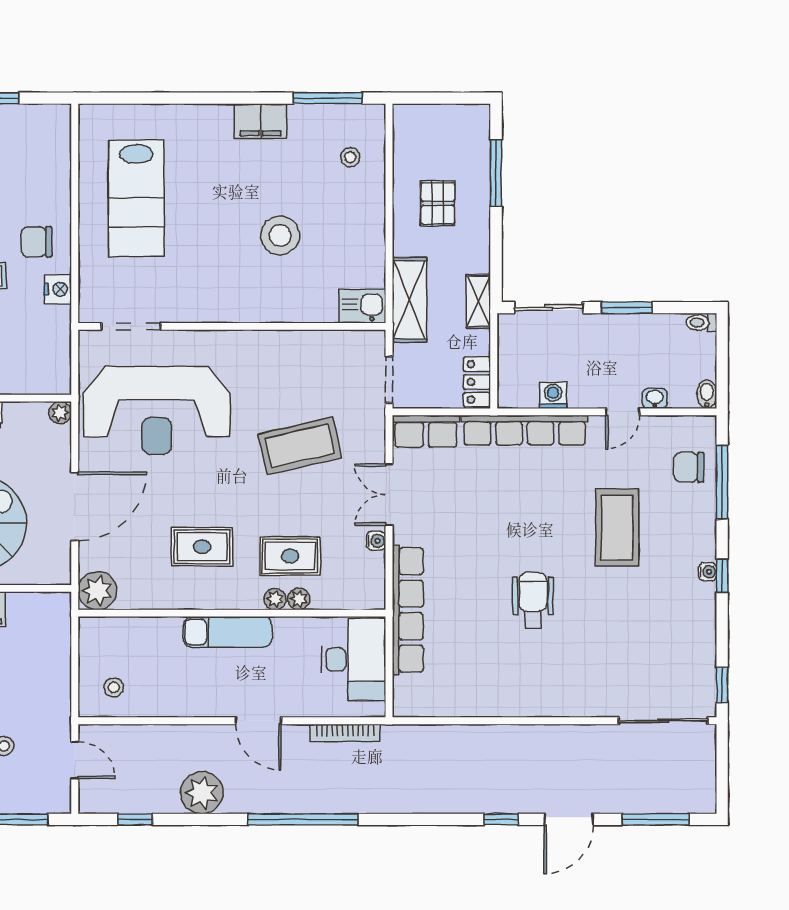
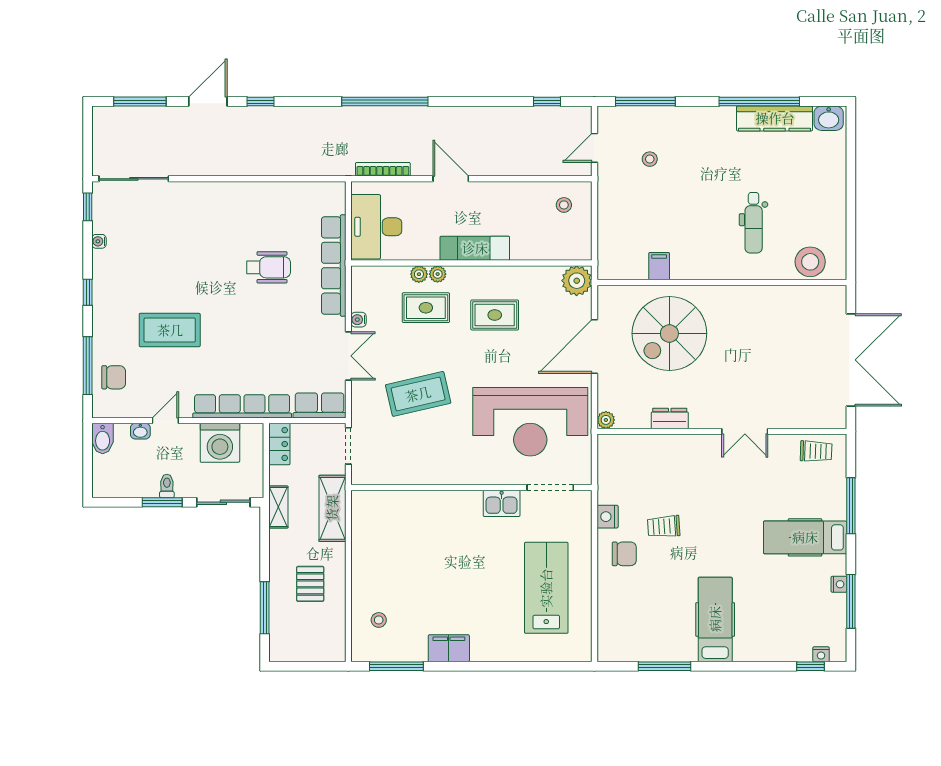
stool: (280, 235) -> (434, 559), removed
kitchen sink: (362, 306) -> (502, 503), moved
toilet: (701, 322) -> (167, 486), moved, turned -90
bidet: (707, 394) -> (103, 439), width x1.38, depth x1.36
washing machine: (553, 395) -> (220, 443), width x1.89, depth x1.89
reception desk: (157, 410) -> (530, 422), turned 180
coffee table: (617, 528) -> (170, 330), turned 90
water cooler: (708, 572) -> (99, 241), moved
wheelchair: (533, 600) -> (269, 267), moved, turned -90
door: (75, 760) -> (594, 148), hinge flipped
plant: (202, 793) -> (495, 122), removed
window: (303, 819) -> (385, 102), moved

